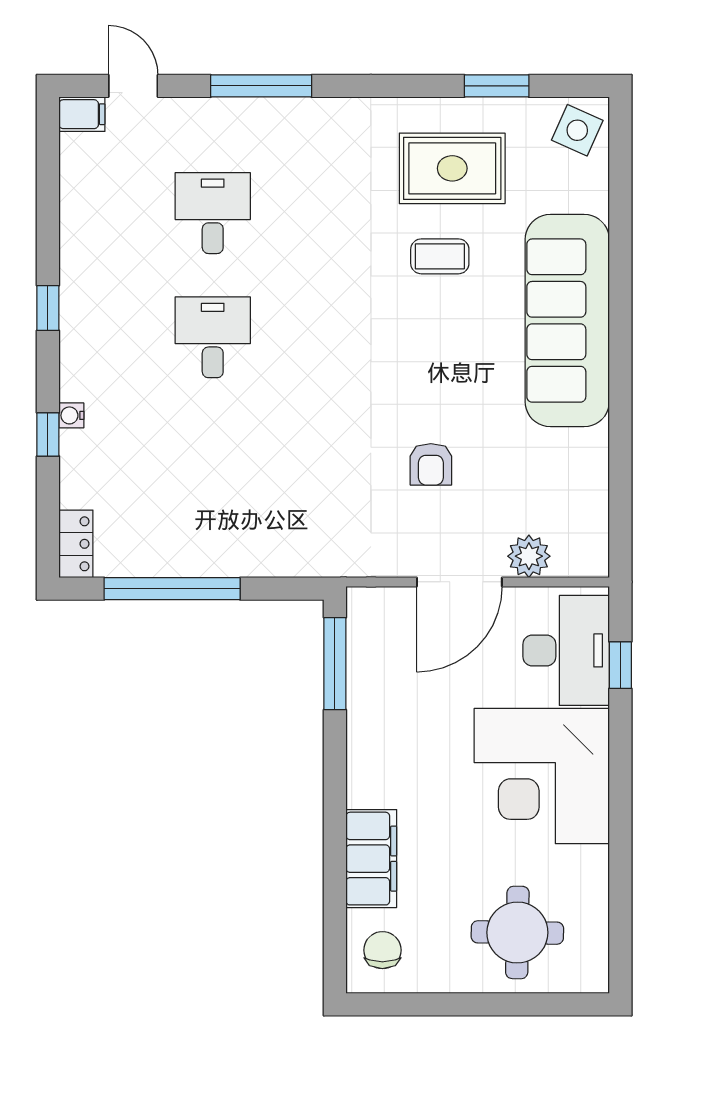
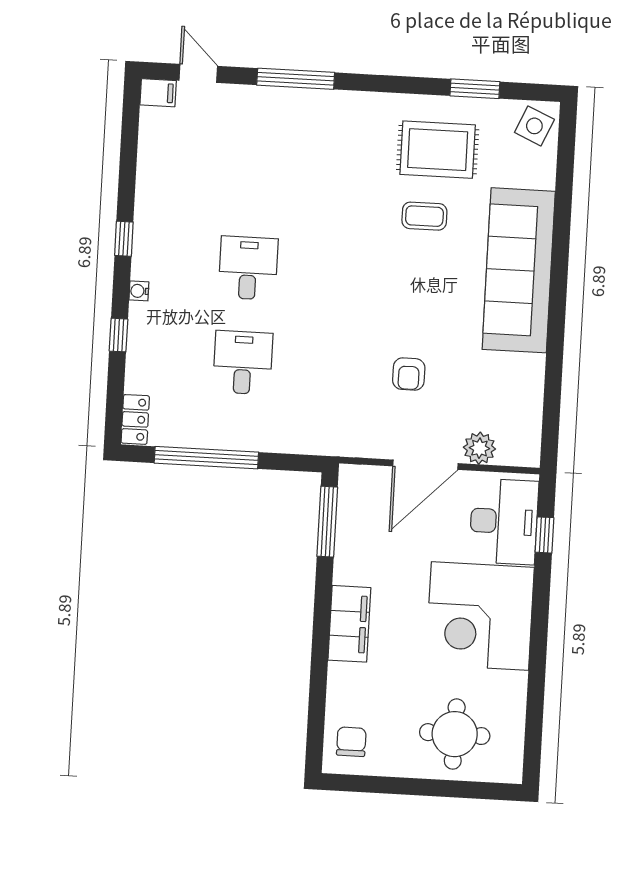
desk: (213, 213) -> (243, 363), moved
water cooler: (71, 415) -> (139, 291), moved
filing cabinet: (371, 859) -> (349, 624), moved

